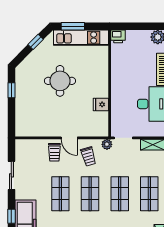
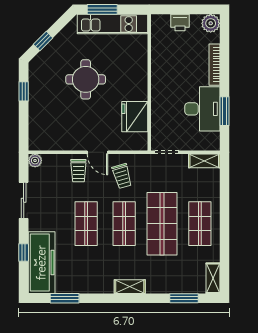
printer: (118, 36) -> (180, 22), moved
window: (36, 42) -> (43, 41), moved
fridge: (101, 104) -> (135, 117), width x1.88, depth x1.34
plant: (107, 144) -> (35, 161), moved
shop shelf: (120, 194) -> (162, 224), width x1.43, depth x1.36

